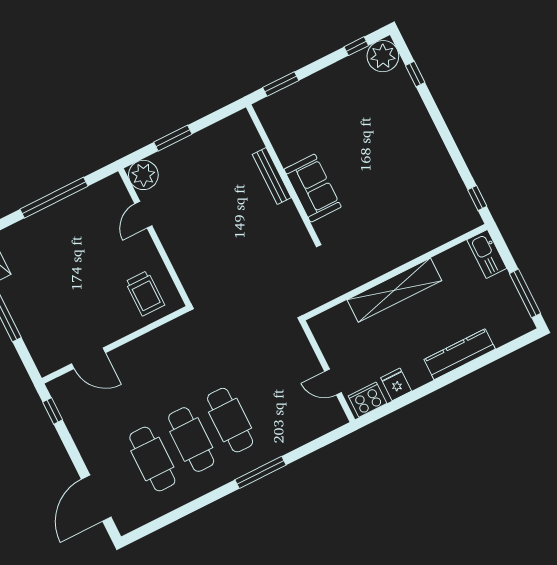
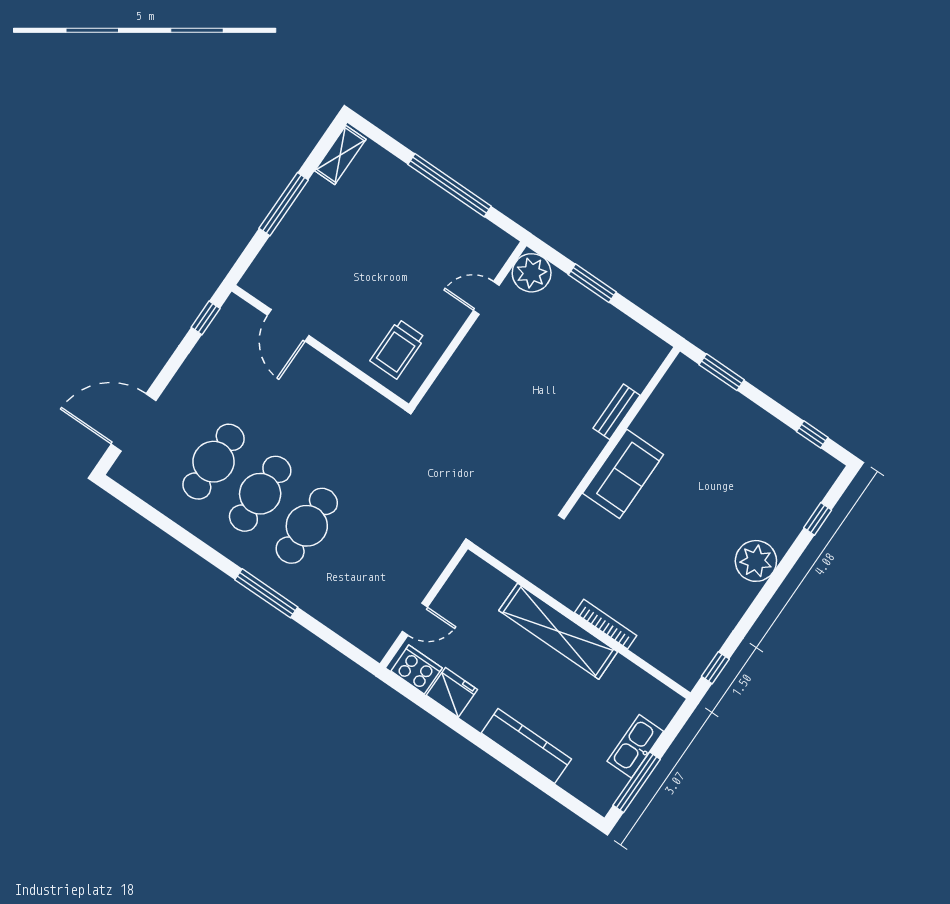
plant: (383, 56) -> (756, 561), moved
bench: (272, 176) -> (617, 412), width x0.73
kitchen sink: (487, 254) -> (635, 746), moved
bookcase: (407, 256) -> (606, 624), added
door: (333, 382) -> (415, 619), swing flipped
fridge: (396, 384) -> (452, 692), width x1.38

